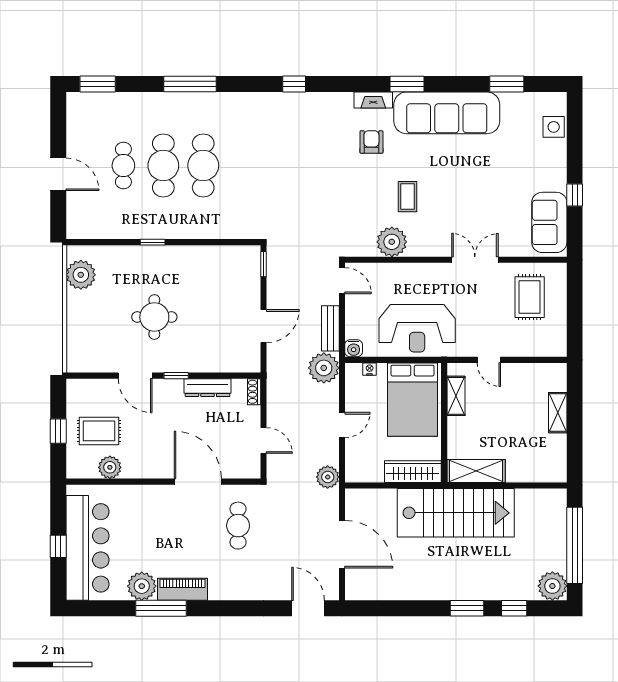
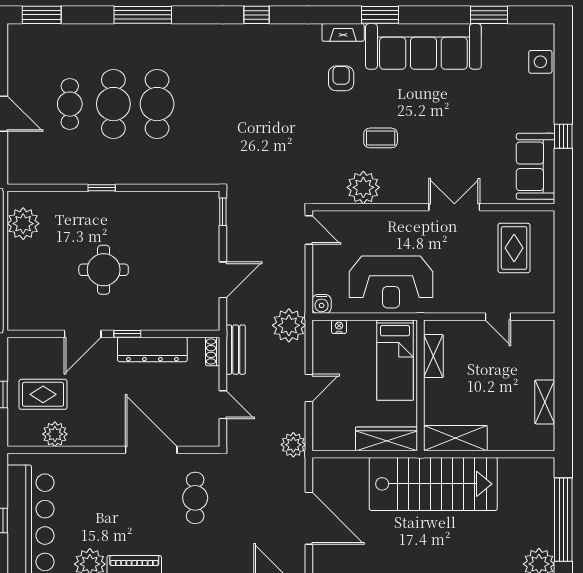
coffee table: (408, 197) -> (381, 138), turned 90
bench: (330, 328) -> (236, 350), moved
door: (489, 360) -> (498, 317), moved
door: (135, 376) -> (83, 334), hinge flipped
dresser: (208, 388) -> (152, 349), width x1.37, depth x1.24
bed: (412, 400) -> (395, 360), width x0.67
shelving: (558, 413) -> (545, 402), moved

